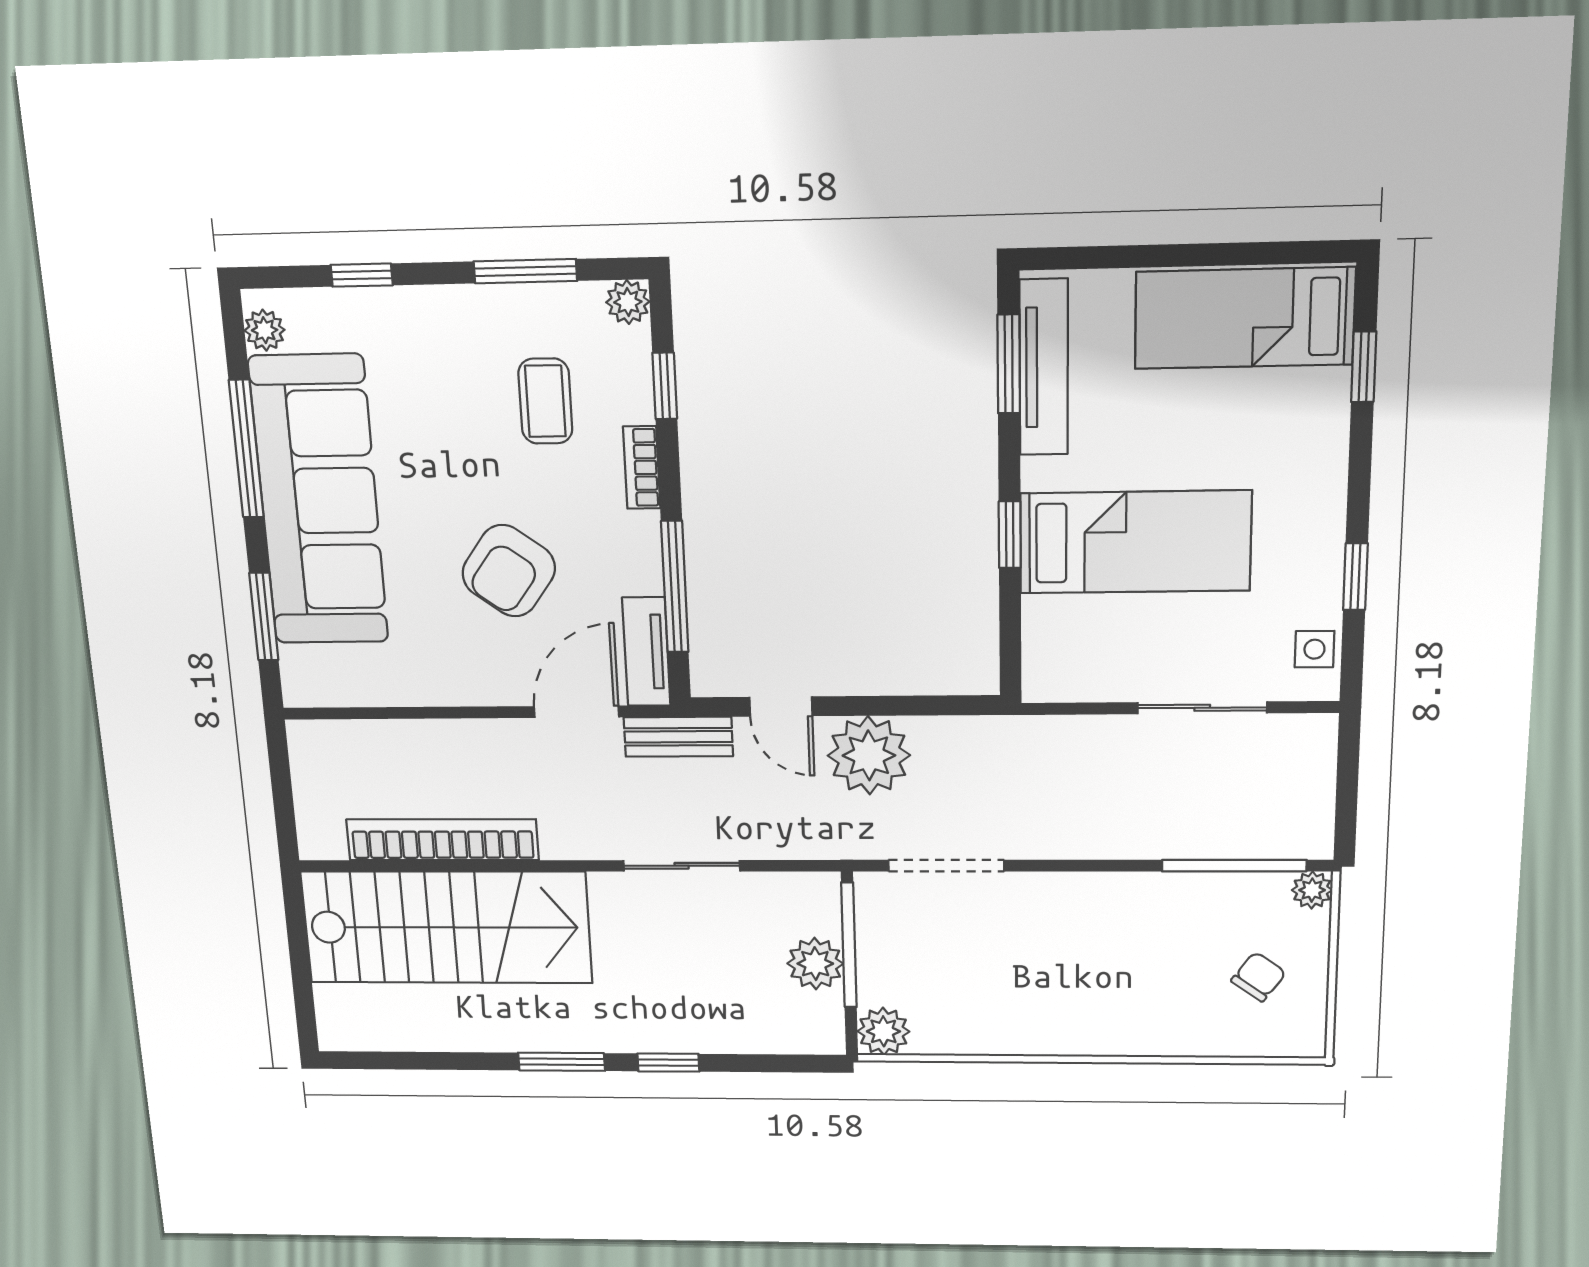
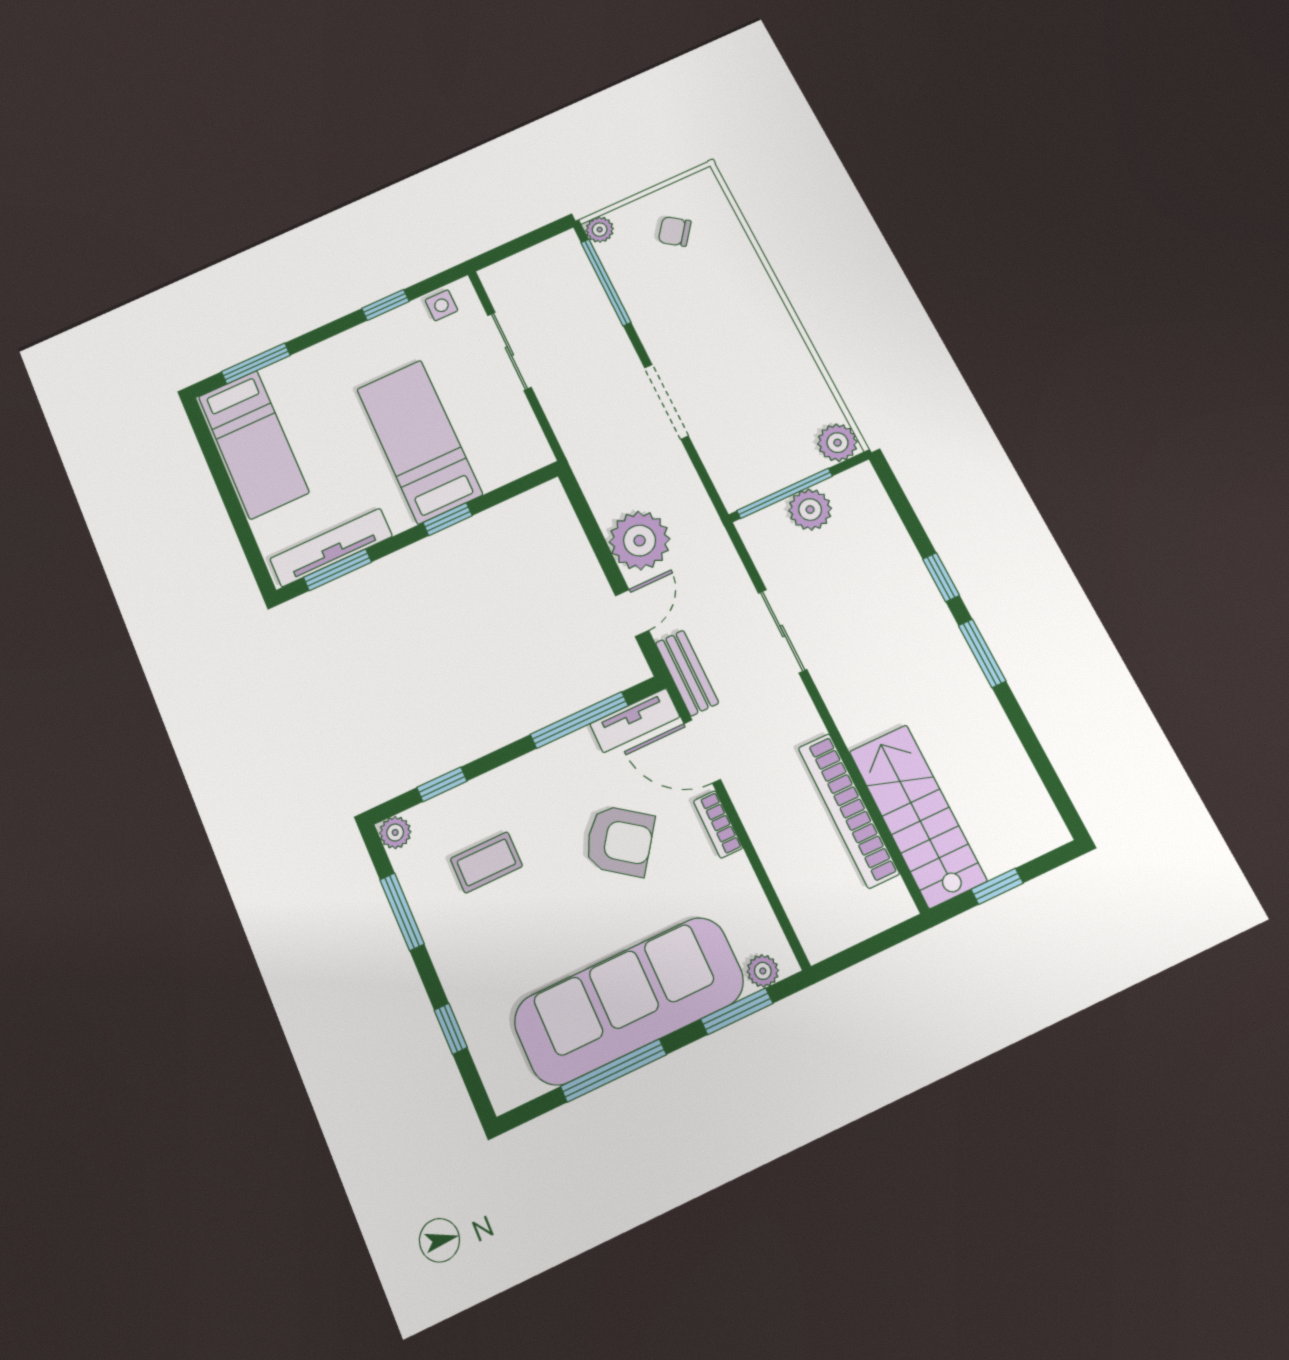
plant: (265, 330) -> (763, 971), moved
window: (1364, 367) -> (256, 363), width x1.50
bookcase: (642, 468) -> (718, 824), moved, turned 90
doorway: (946, 866) -> (666, 402), moved
stairs: (447, 927) -> (918, 816), width x0.73, depth x0.66
window: (299, 952) -> (997, 886), added

